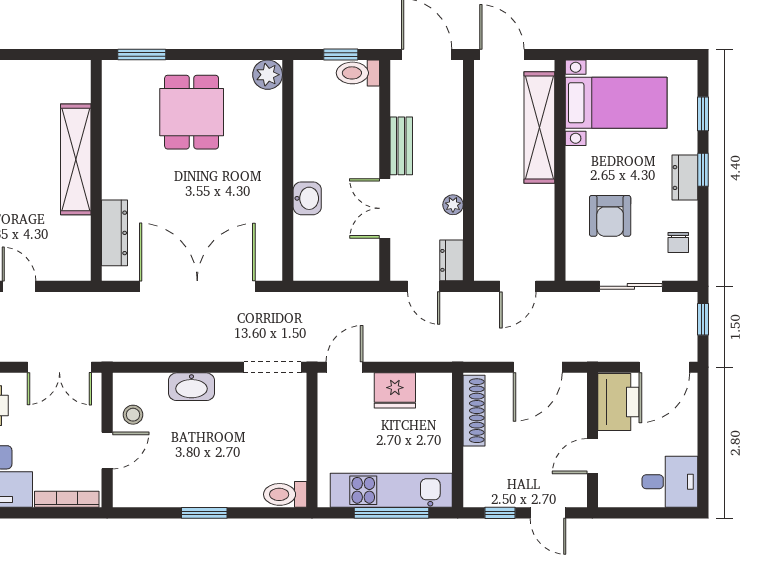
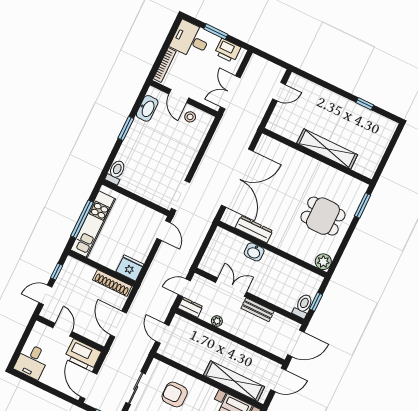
dresser: (115, 233) -> (254, 229), moved, turned 180
washbasin: (191, 387) -> (147, 108), moved, turned 180
fridge: (395, 390) -> (130, 268), moved, turned 90

